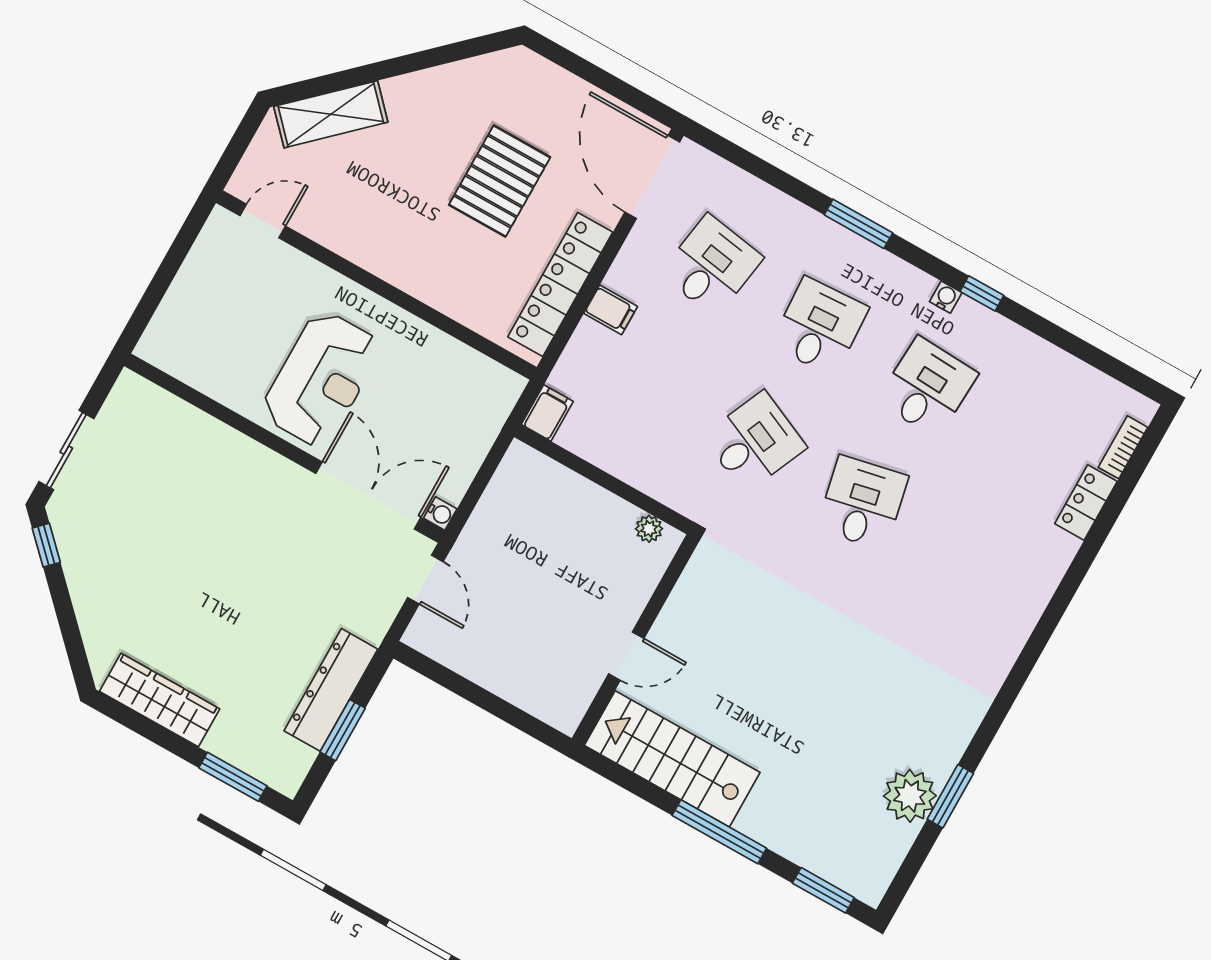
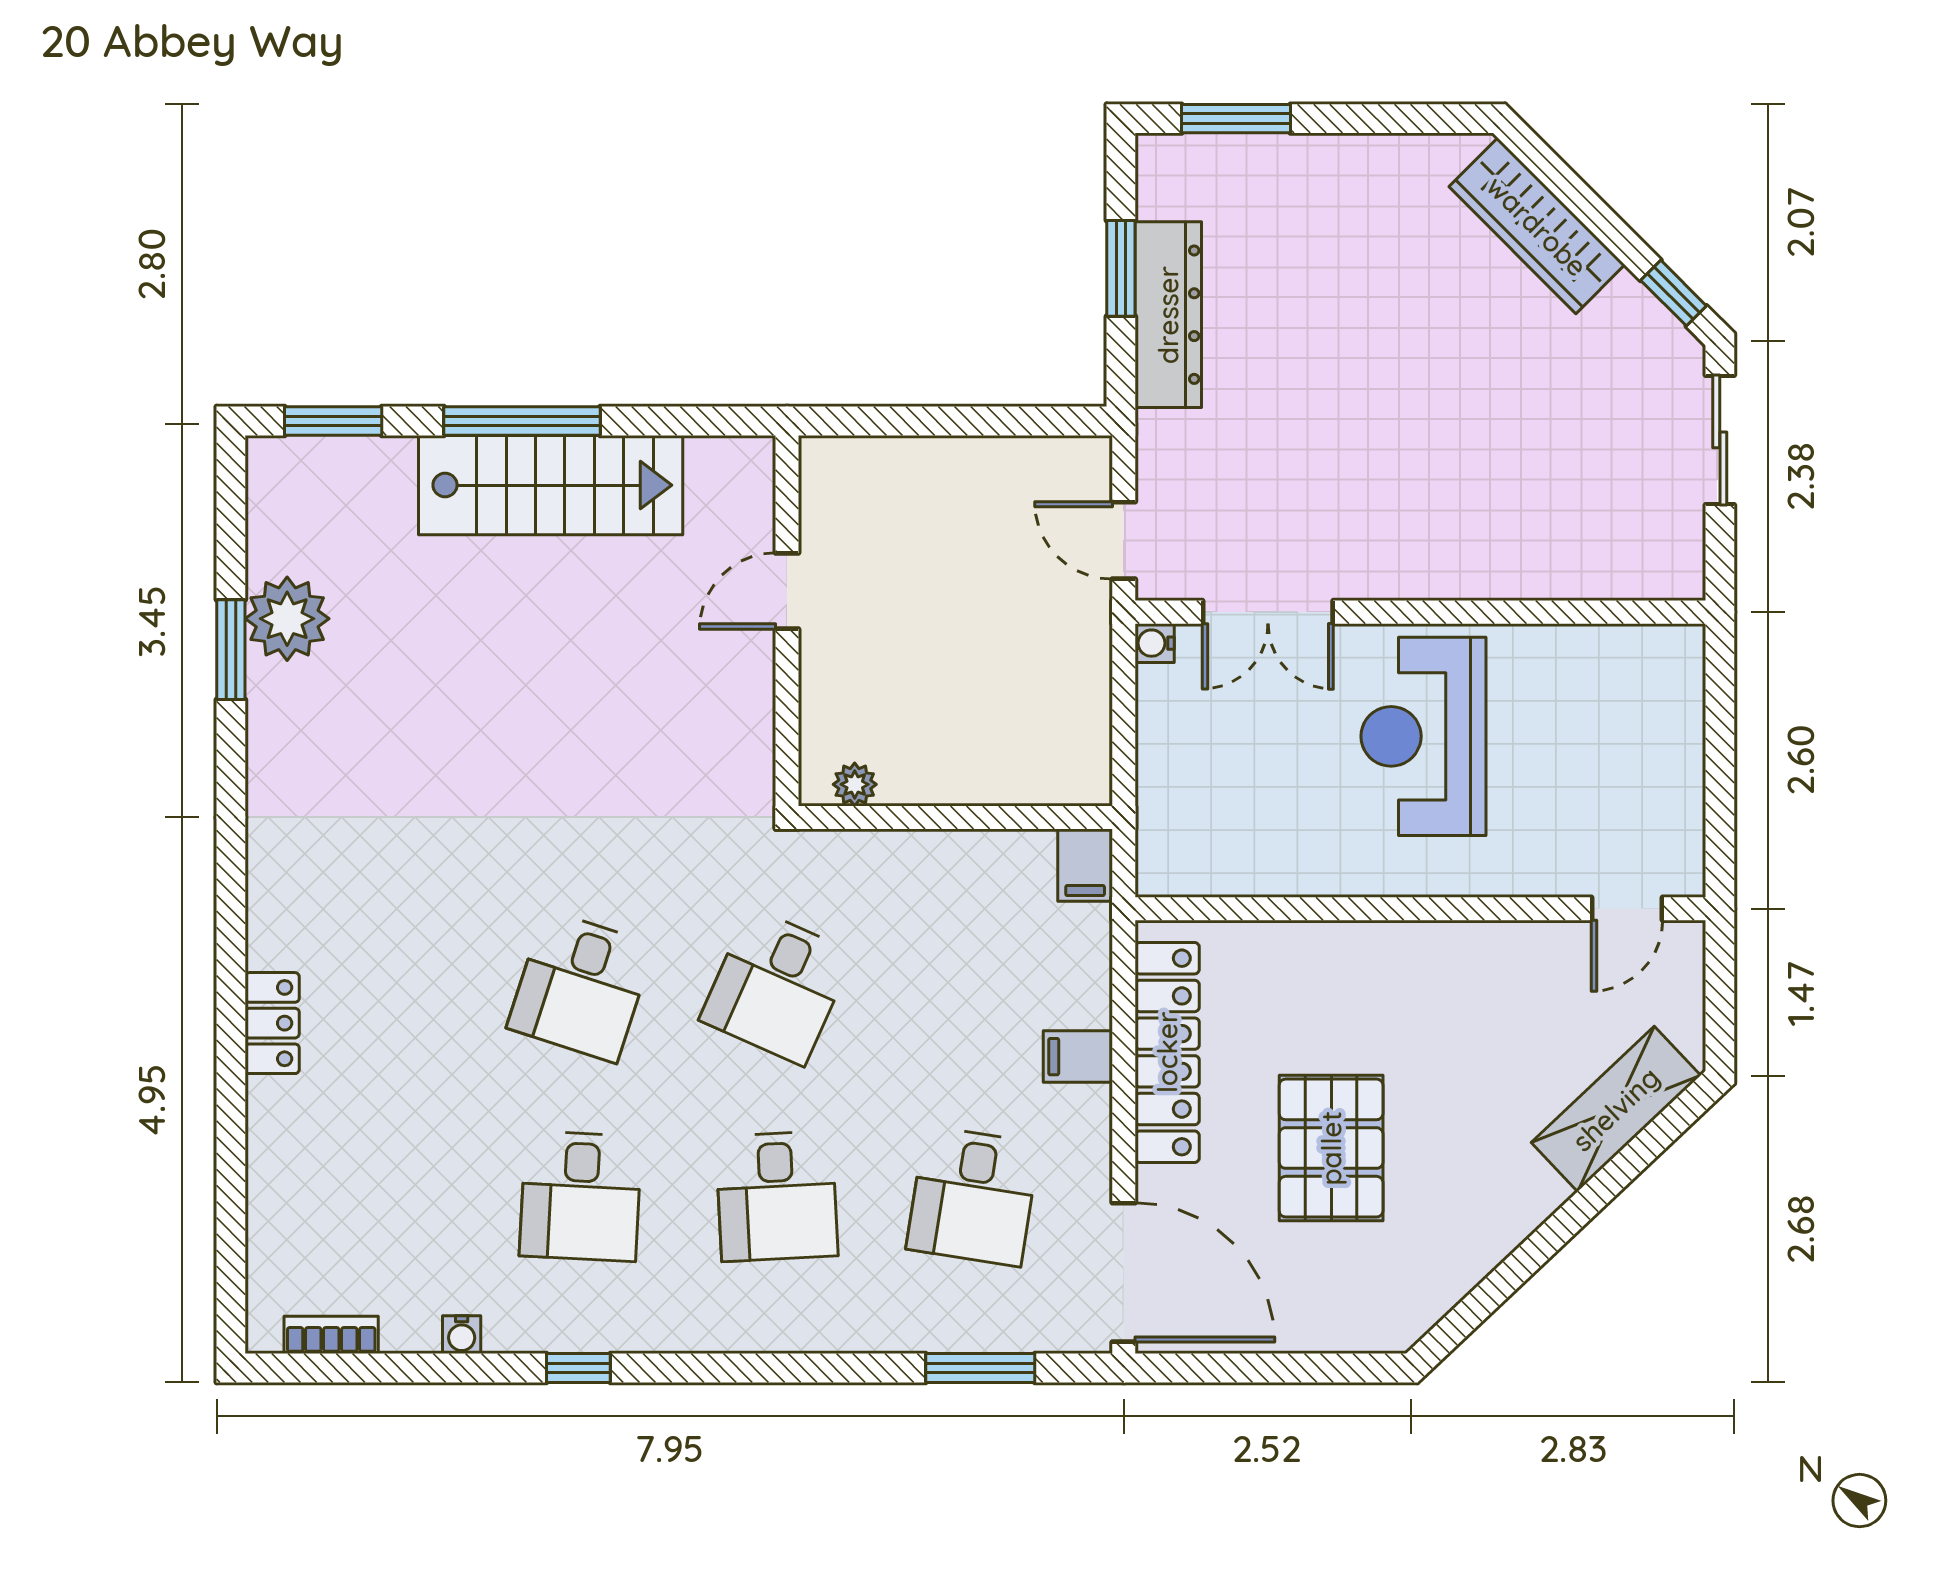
window: (858, 224) -> (980, 1368), moved
water cooler: (946, 297) -> (462, 1335), moved
bookcase: (1123, 447) -> (331, 1335), moved, turned -90
double door: (368, 495) -> (1268, 612), width x0.73
desk: (862, 503) -> (581, 986), turned 30
locker: (1086, 503) -> (272, 1023), moved
wardrobe: (160, 700) -> (1537, 226), moved, turned 45
stairs: (672, 759) -> (551, 485), moved

